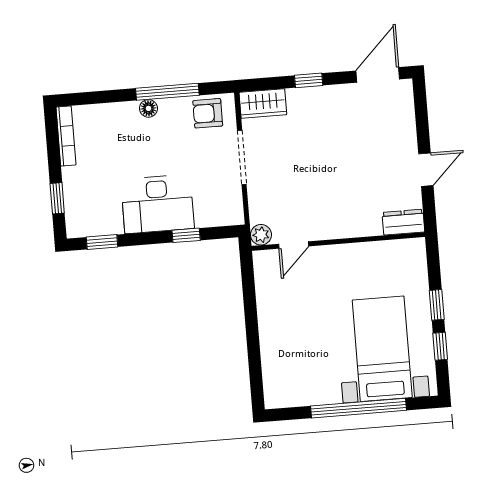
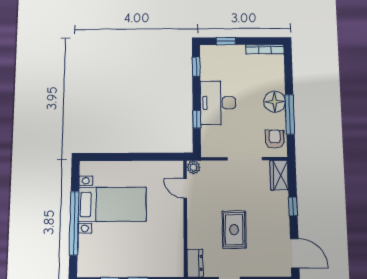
floor lamp: (148, 108) -> (275, 102), width x1.89, depth x1.89
rug: (350, 167) -> (234, 230), added
bed with nightstands: (382, 349) -> (112, 204), moved

